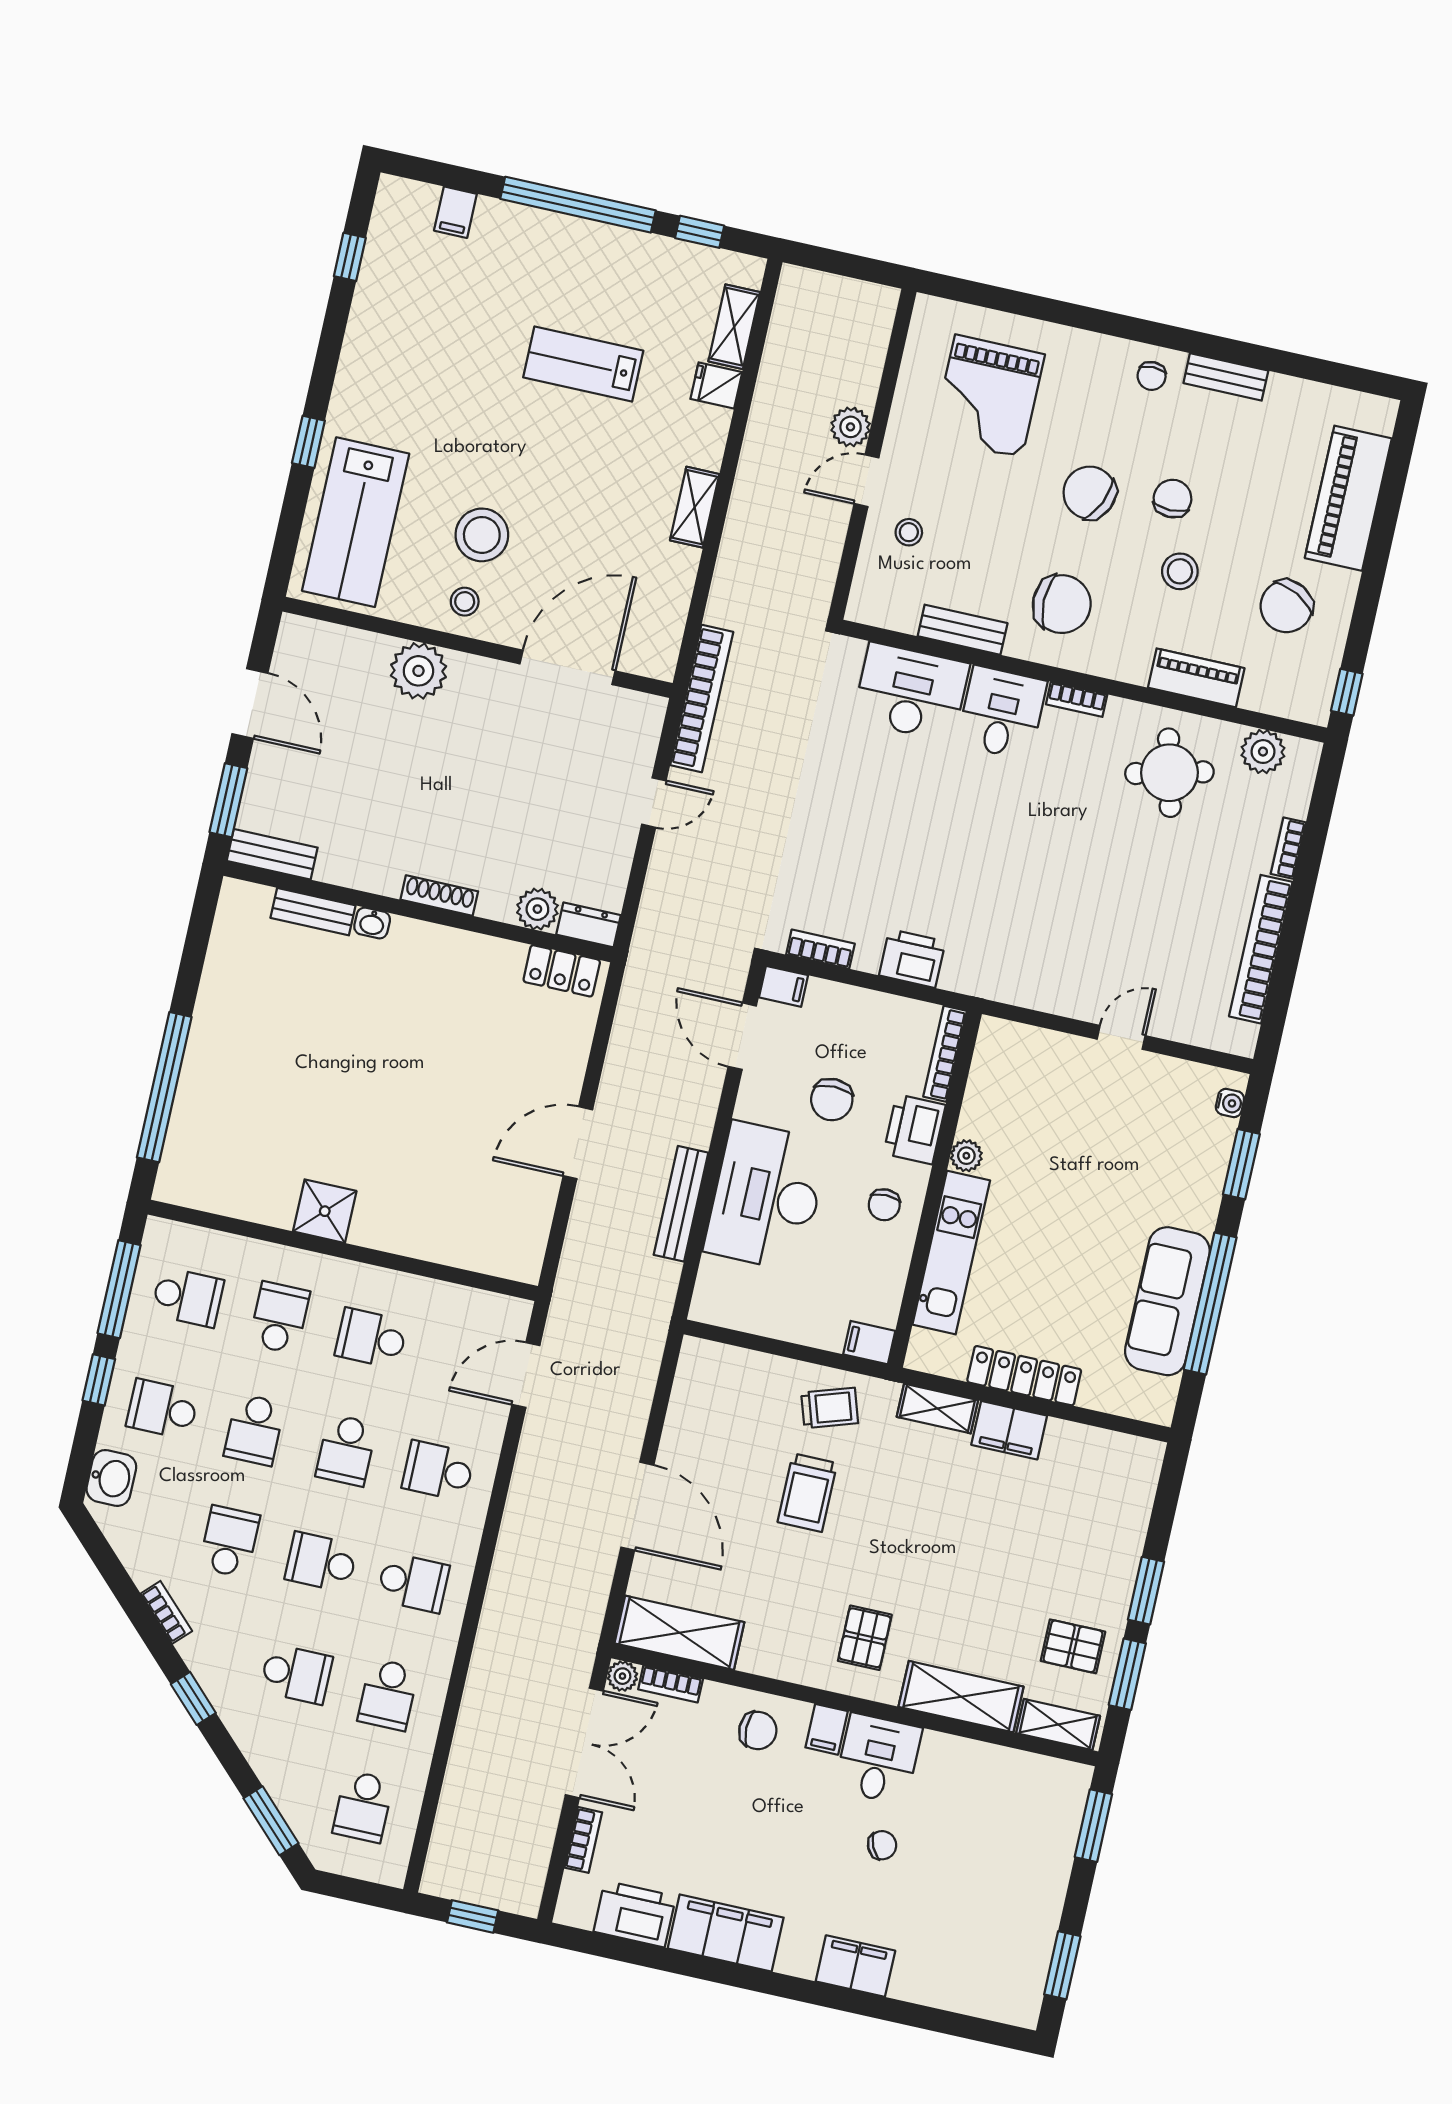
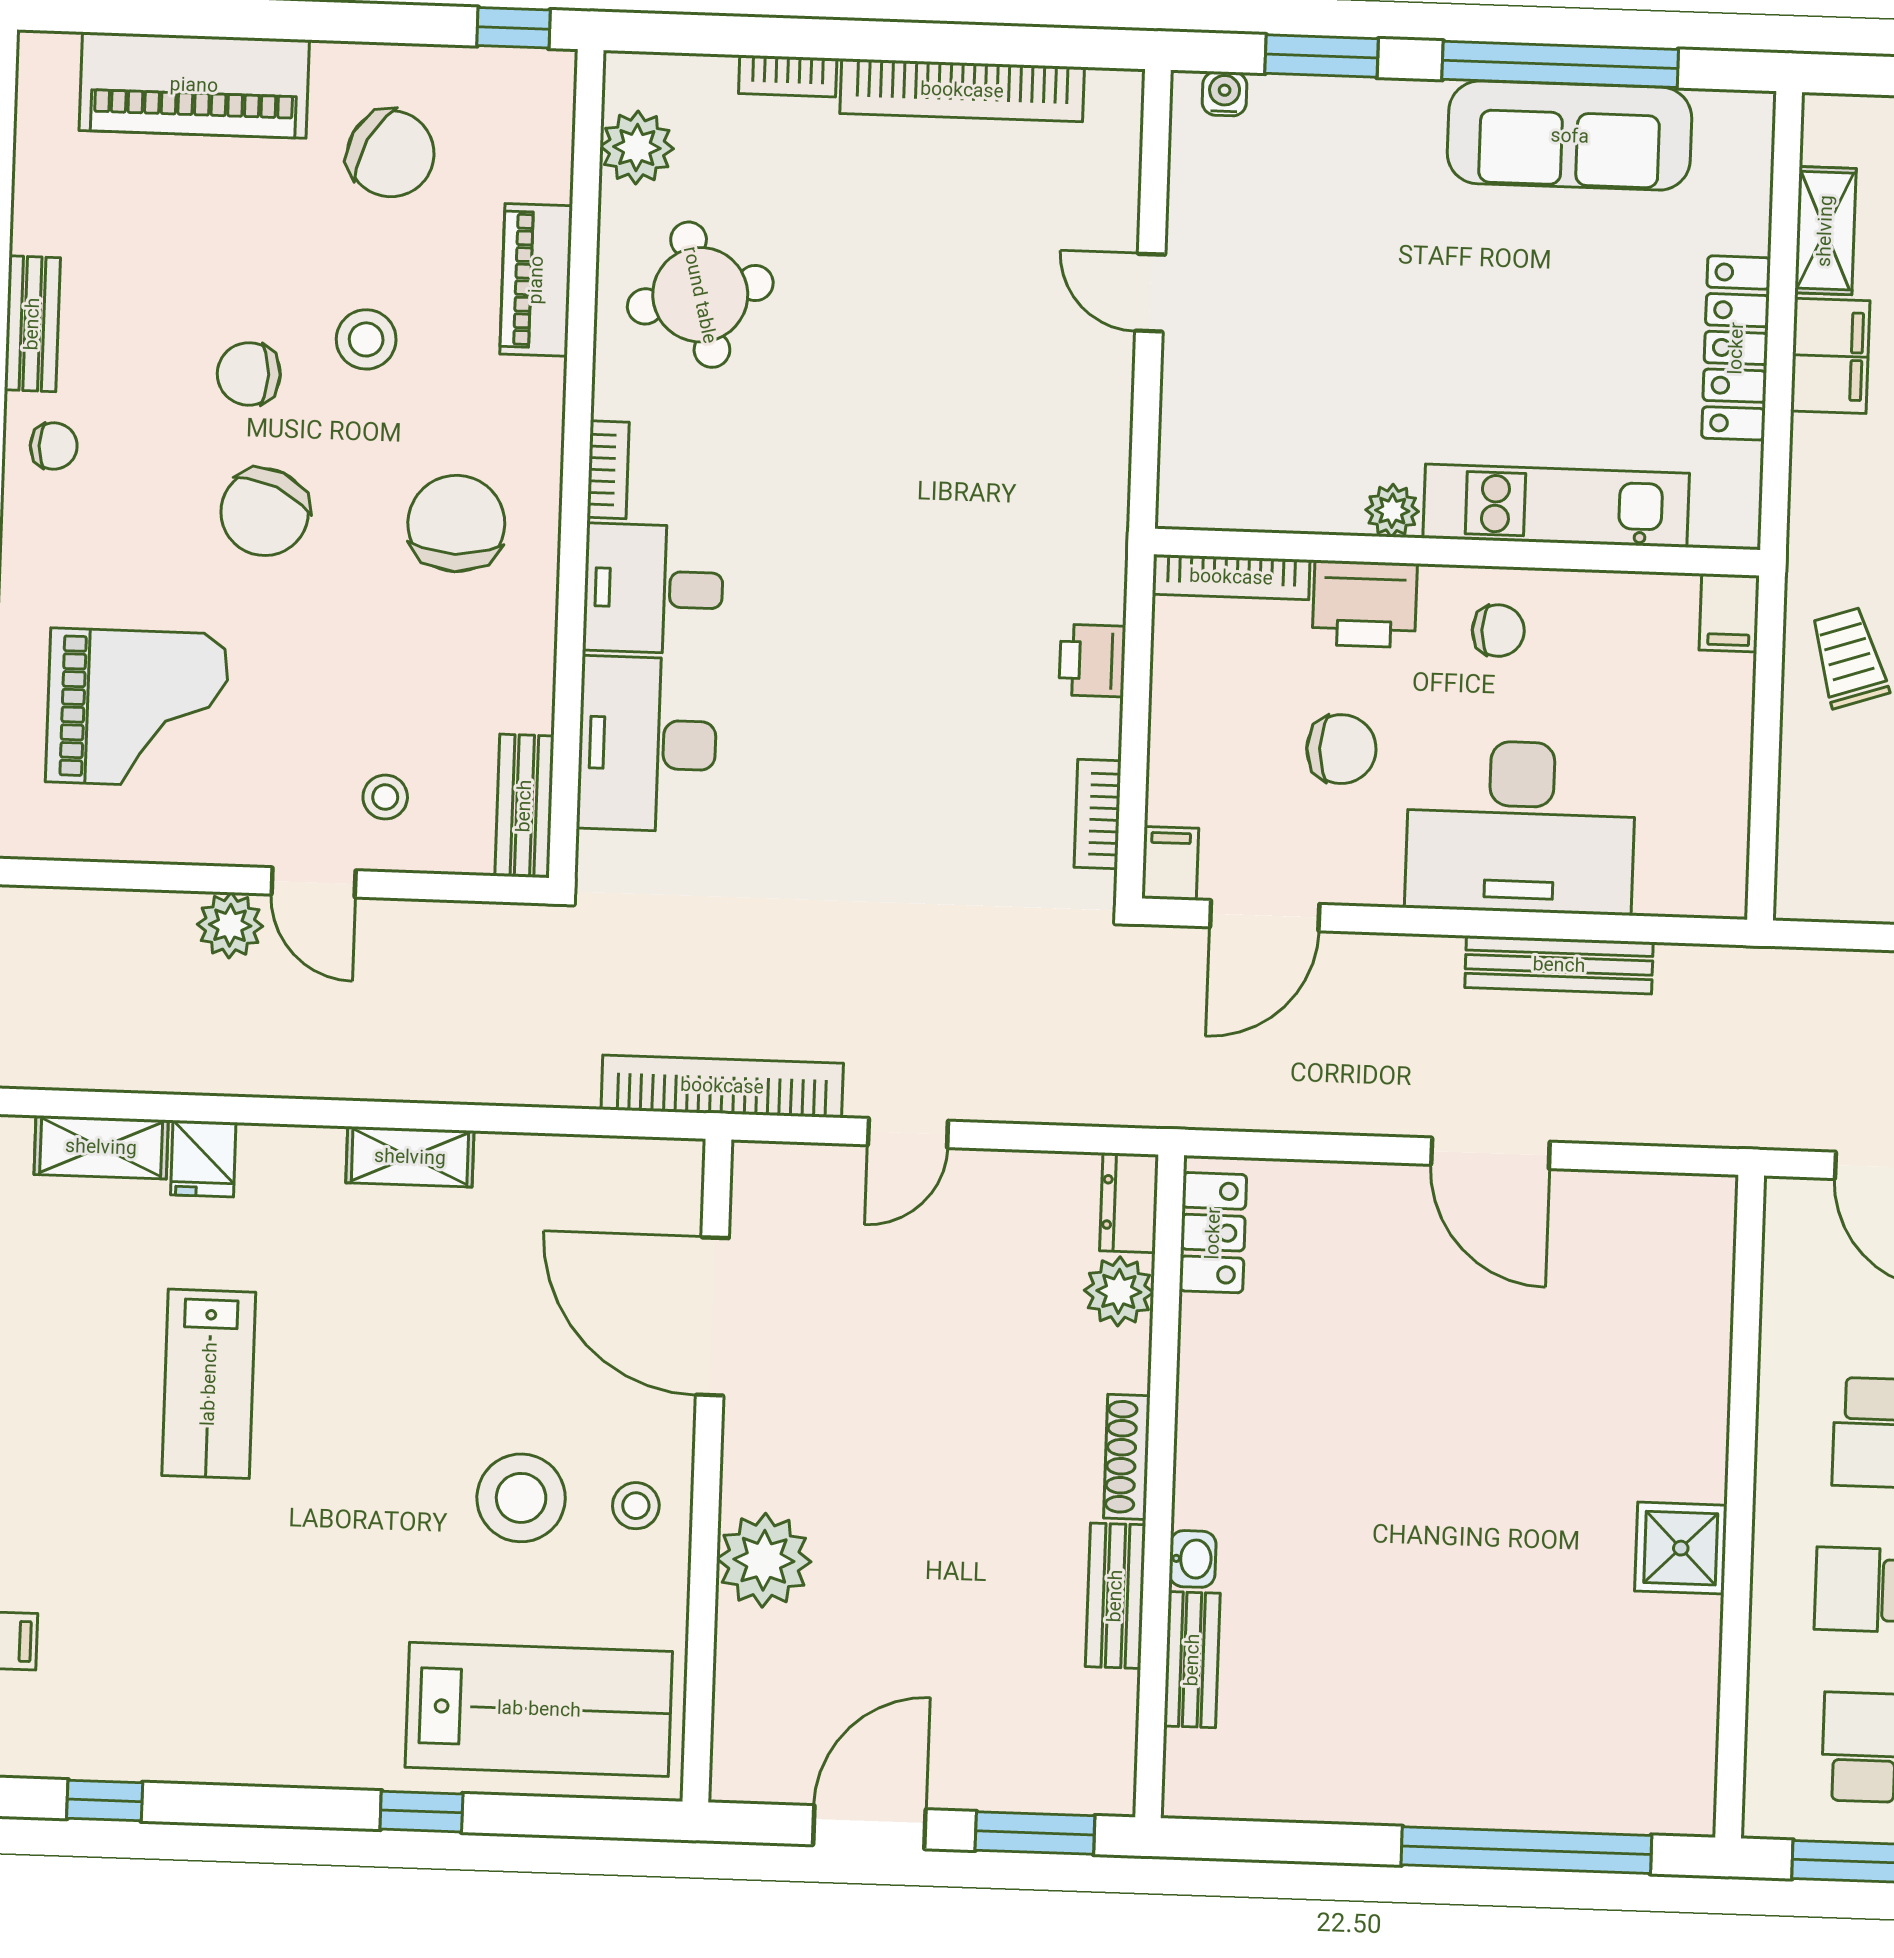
bench: (963, 630) -> (524, 806), moved
door: (654, 803) -> (908, 1133), swing flipped
bench: (272, 854) -> (1115, 1596), moved
printer: (912, 958) -> (1092, 661), width x0.73, depth x0.81
shelving: (937, 1409) -> (1825, 231), moved

